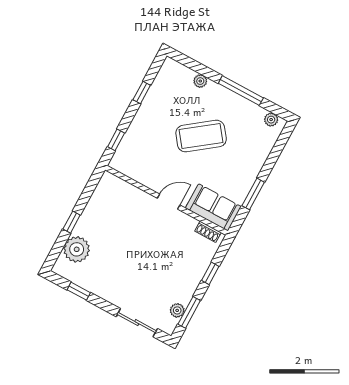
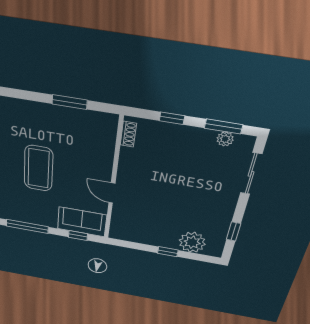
window: (142, 92) -> (27, 226), width x2.17
coffee table: (201, 136) -> (38, 168), turned 37
door: (169, 202) -> (112, 193), moved
sofa: (213, 207) -> (82, 222), moved, turned 90

